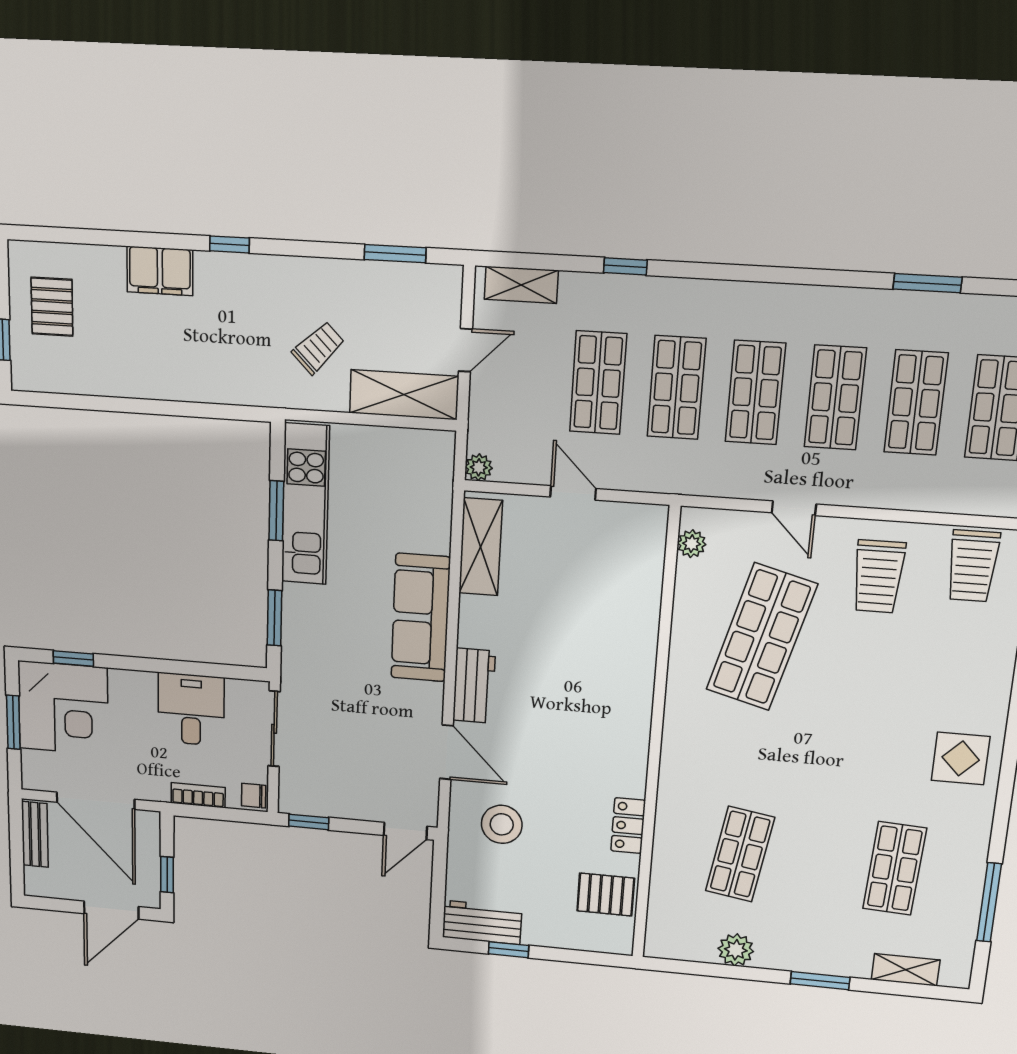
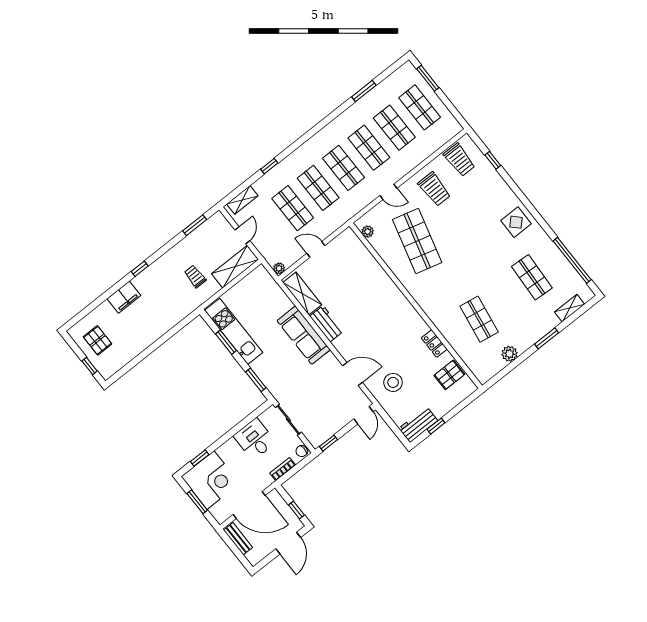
trolley: (318, 348) -> (195, 276), turned -45
workbench: (474, 686) -> (327, 324), moved
window: (989, 902) -> (572, 260), width x1.46

